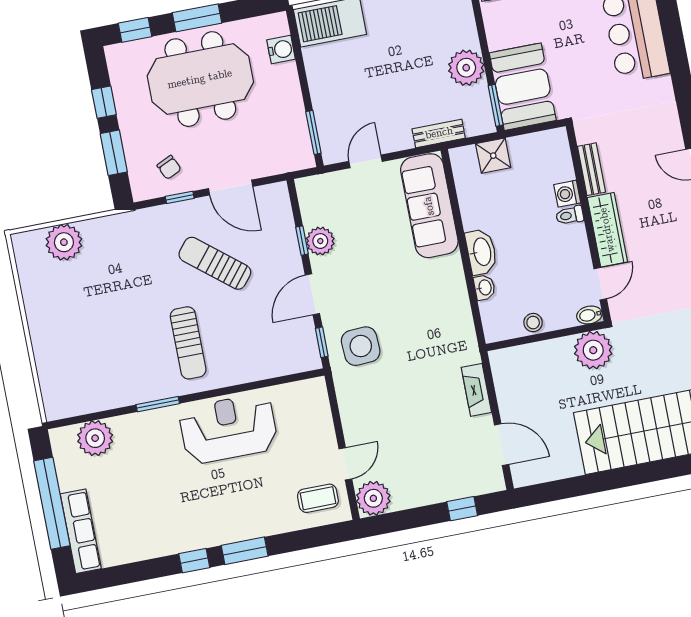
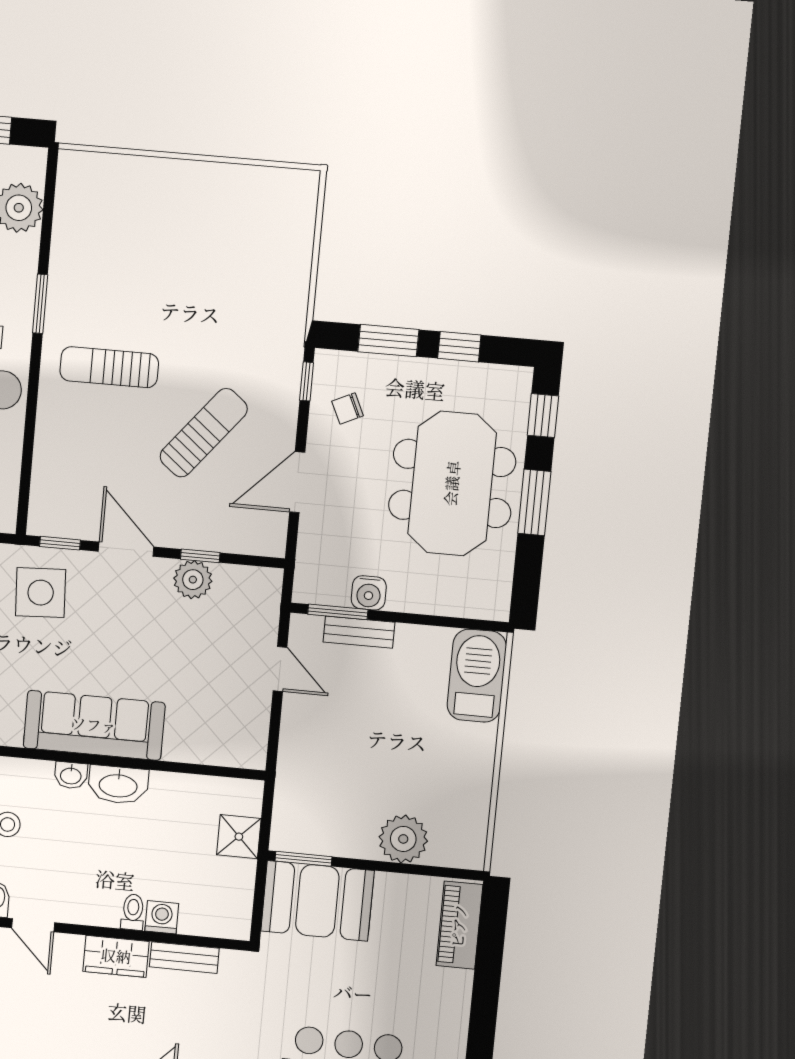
water cooler: (281, 49) -> (369, 593), moved
plant: (466, 68) -> (403, 839), moved
bench: (439, 133) -> (359, 632), moved, turned 90
window: (180, 197) -> (307, 381), moved
sofa: (429, 206) -> (94, 725), moved
wardrobe: (607, 230) -> (116, 956), width x0.67
plant: (64, 242) -> (289, 240), removed

